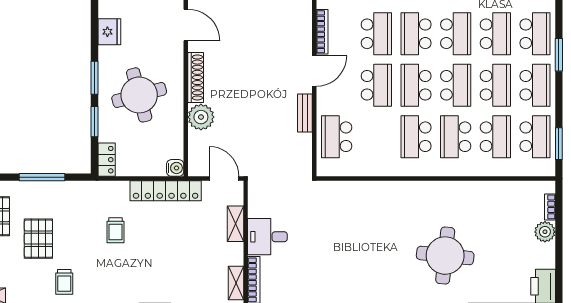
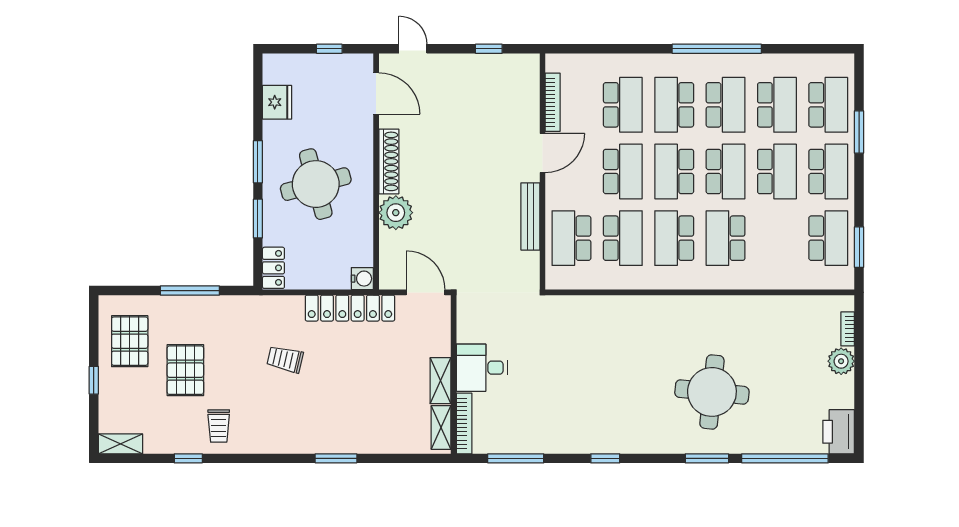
bench: (305, 113) -> (530, 216), width x1.36
school desk: (495, 137) -> (623, 238), moved
shelving: (236, 224) -> (440, 381), moved
trolley: (115, 230) -> (285, 359), turned 103

